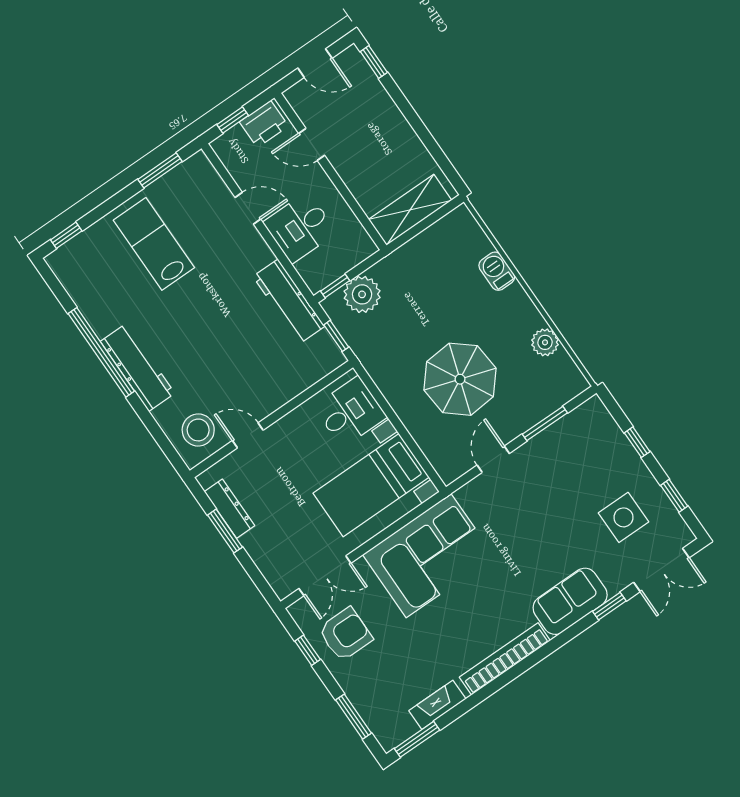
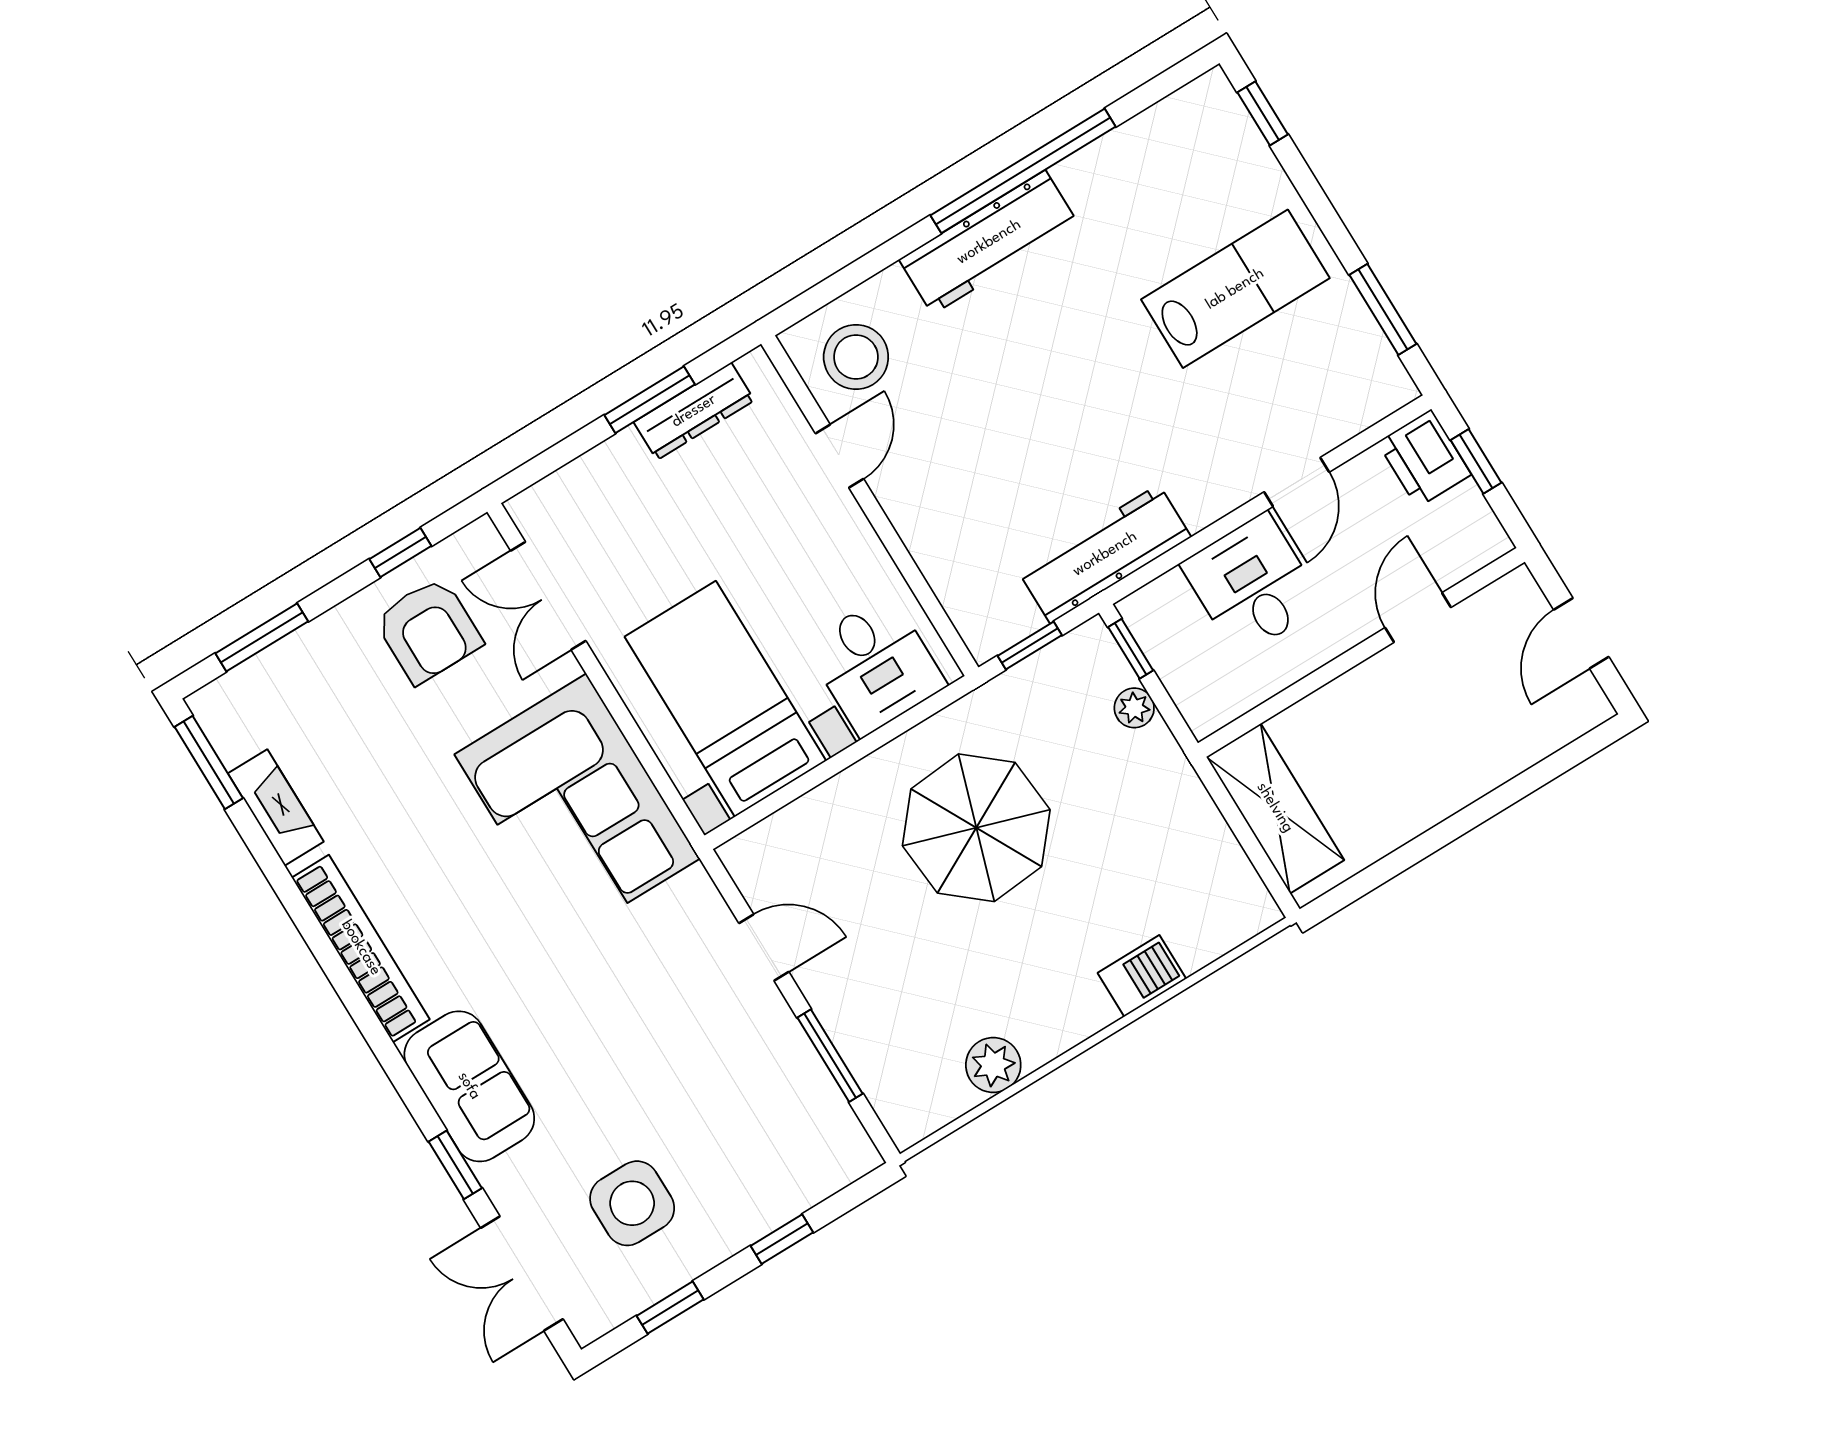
window: (374, 62) -> (1577, 752), removed
printer: (264, 124) -> (1424, 458), moved
plant: (362, 294) -> (1134, 708), width x0.53, depth x0.53
parasol: (460, 379) -> (976, 828), moved

